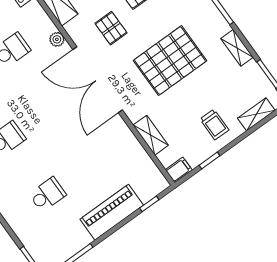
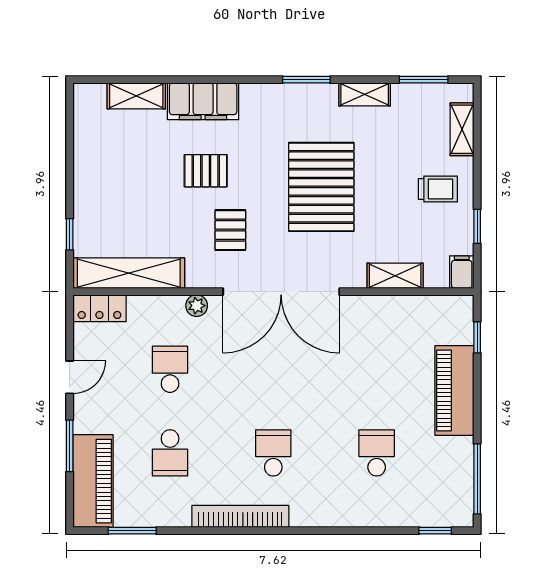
pallet: (111, 28) -> (230, 230), turned 90

